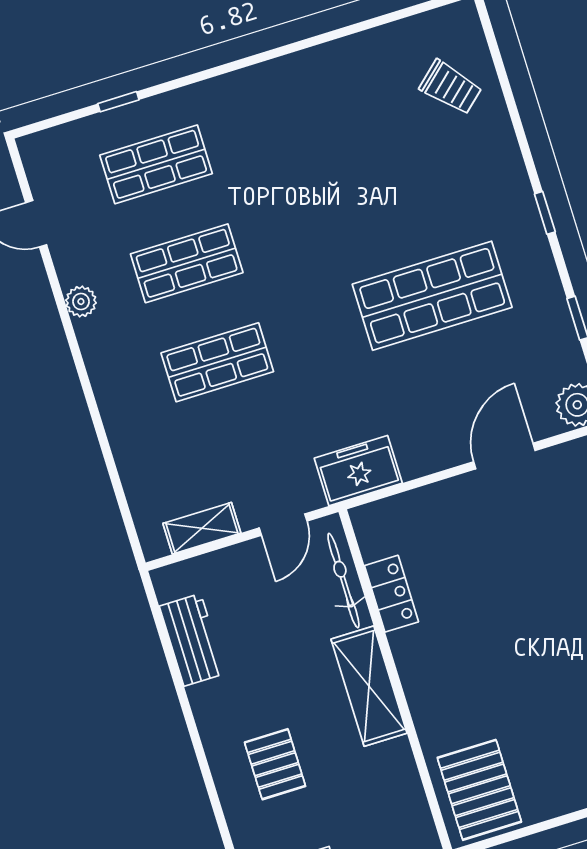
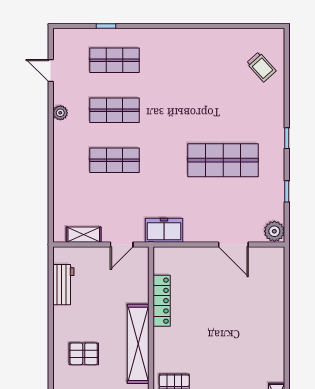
door: (504, 456) -> (233, 244), swing flipped
bicycle: (343, 581) -> (141, 279), removed
locker: (391, 594) -> (162, 301), width x1.53
shelving: (369, 686) -> (138, 344), width x1.47
pallet: (275, 764) -> (84, 354), turned 90

